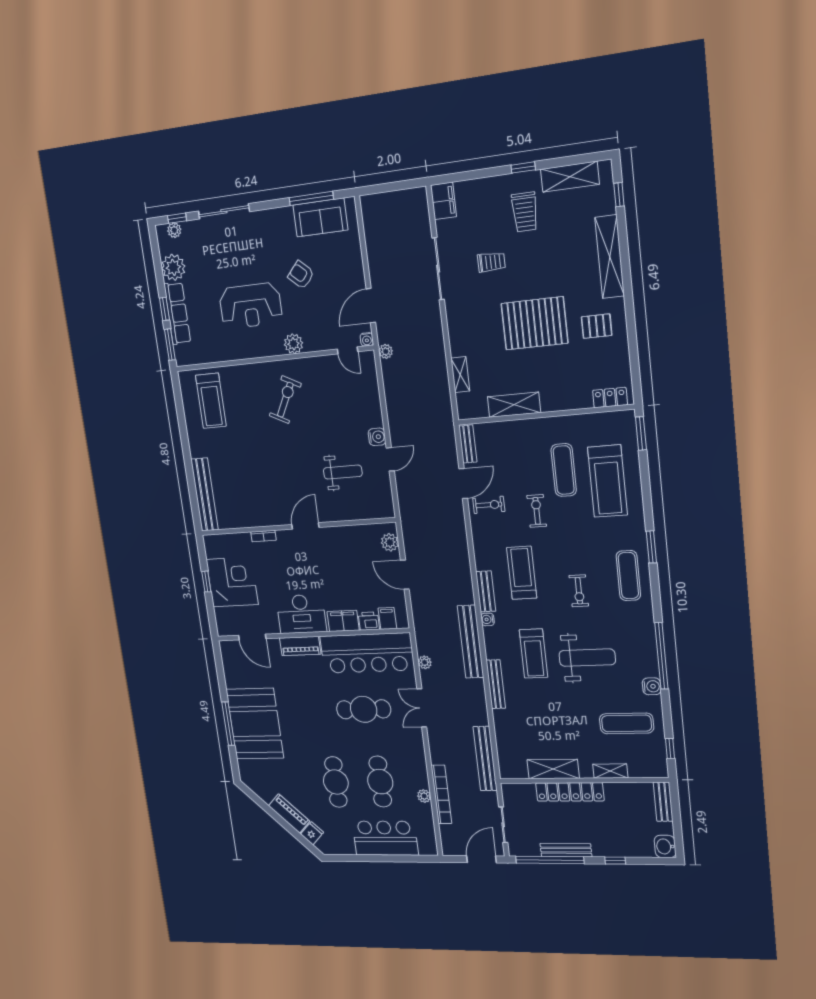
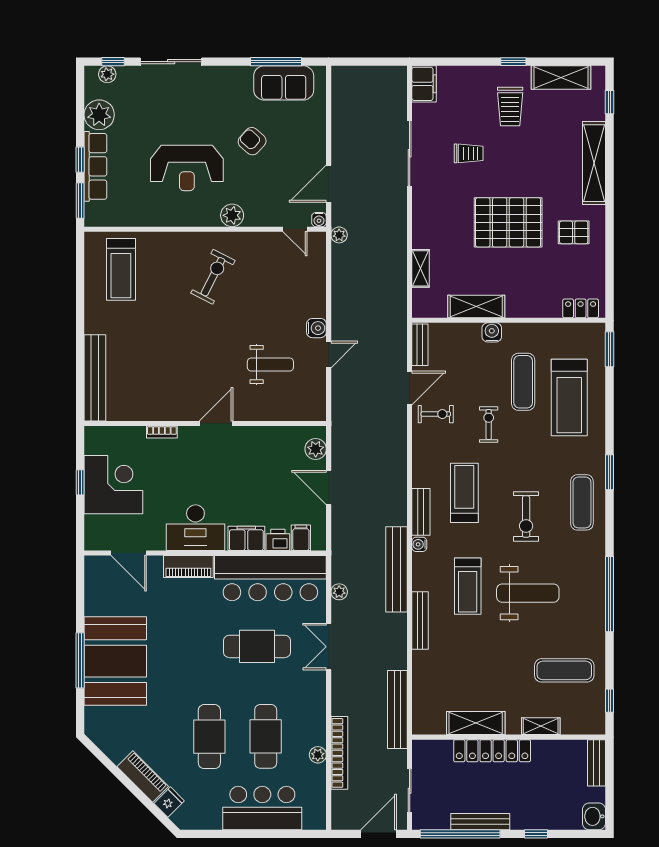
exercise bike: (579, 591) -> (526, 517), width x1.38, depth x1.39
water cooler: (652, 686) -> (492, 332), moved, turned -90

